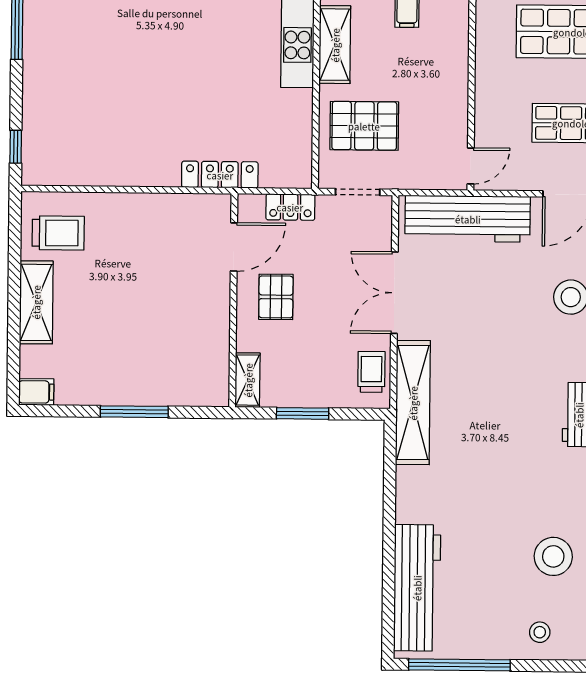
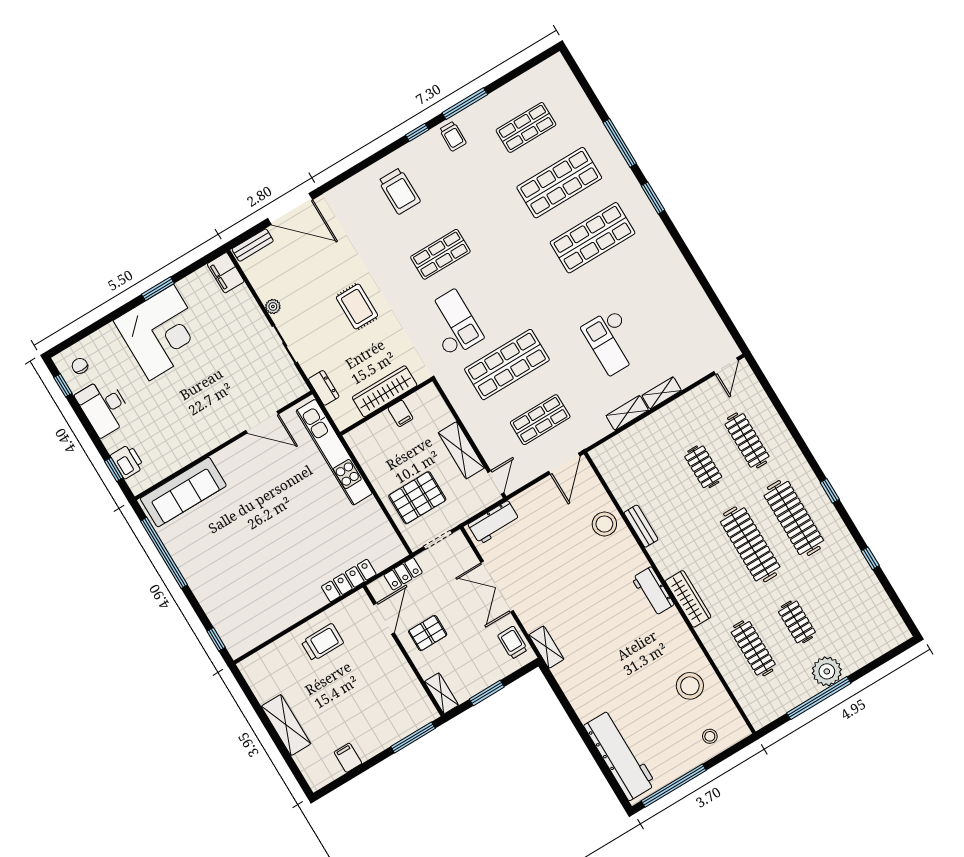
shelving: (335, 45) -> (461, 450), moved
workbench: (468, 219) -> (494, 522), width x0.53, depth x0.76
trolley: (58, 233) -> (322, 642), moved
pallet: (276, 297) -> (428, 633), turned 90
filing cabinet: (36, 392) -> (348, 758), moved, turned -90
shelving: (413, 403) -> (546, 647), width x0.45, depth x0.75
window: (134, 412) -> (413, 737), moved

